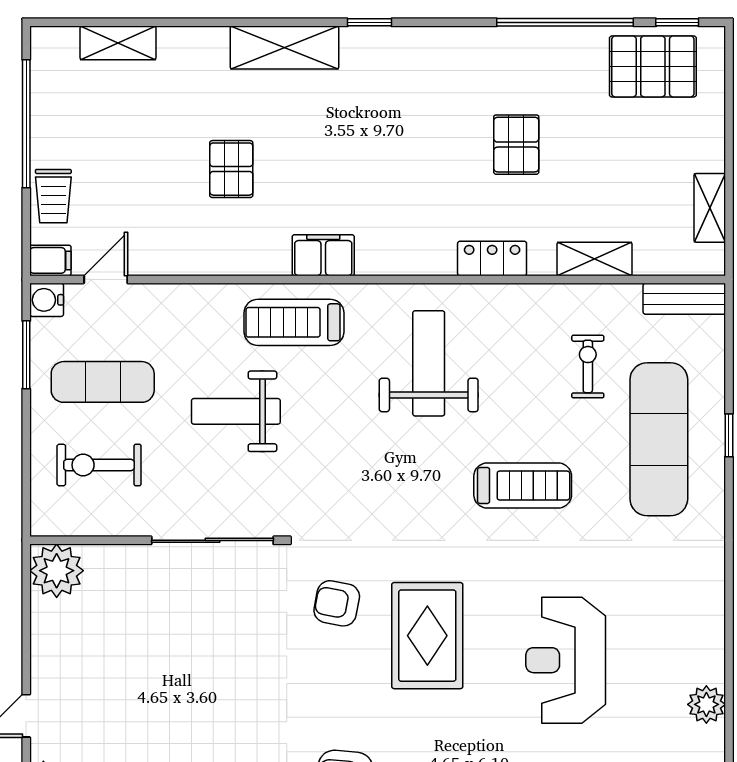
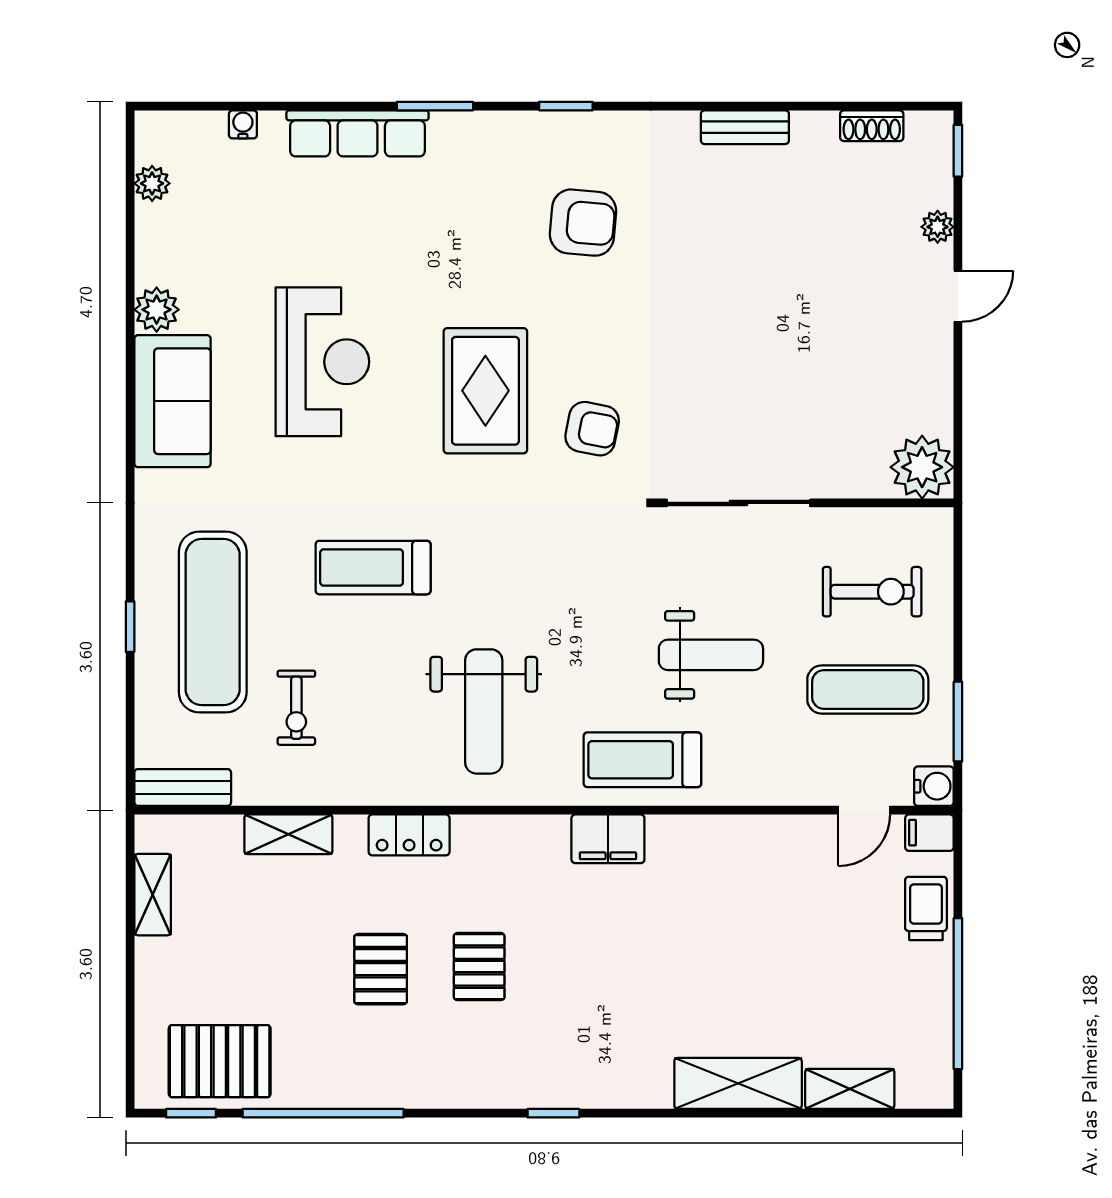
shelving: (284, 48) -> (738, 1083), moved
pallet: (231, 169) -> (479, 967), moved
treadmill: (294, 322) -> (642, 760), turned 180
sofa: (693, 627) -> (172, 401), added

